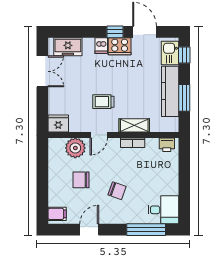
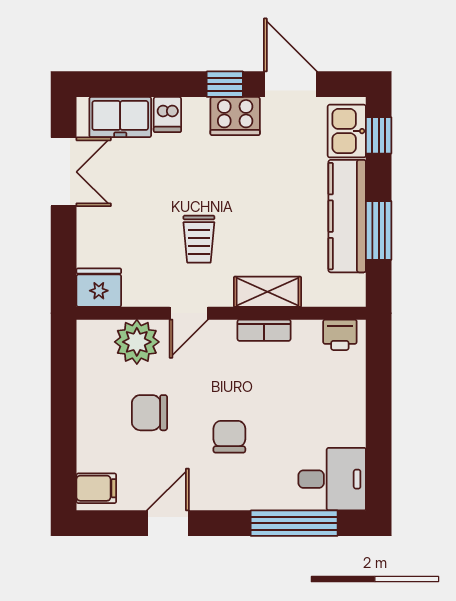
dishwasher: (101, 46) -> (167, 115), moved
trolley: (103, 102) -> (199, 239), turned -90
chair: (117, 191) -> (229, 437), turned -110

